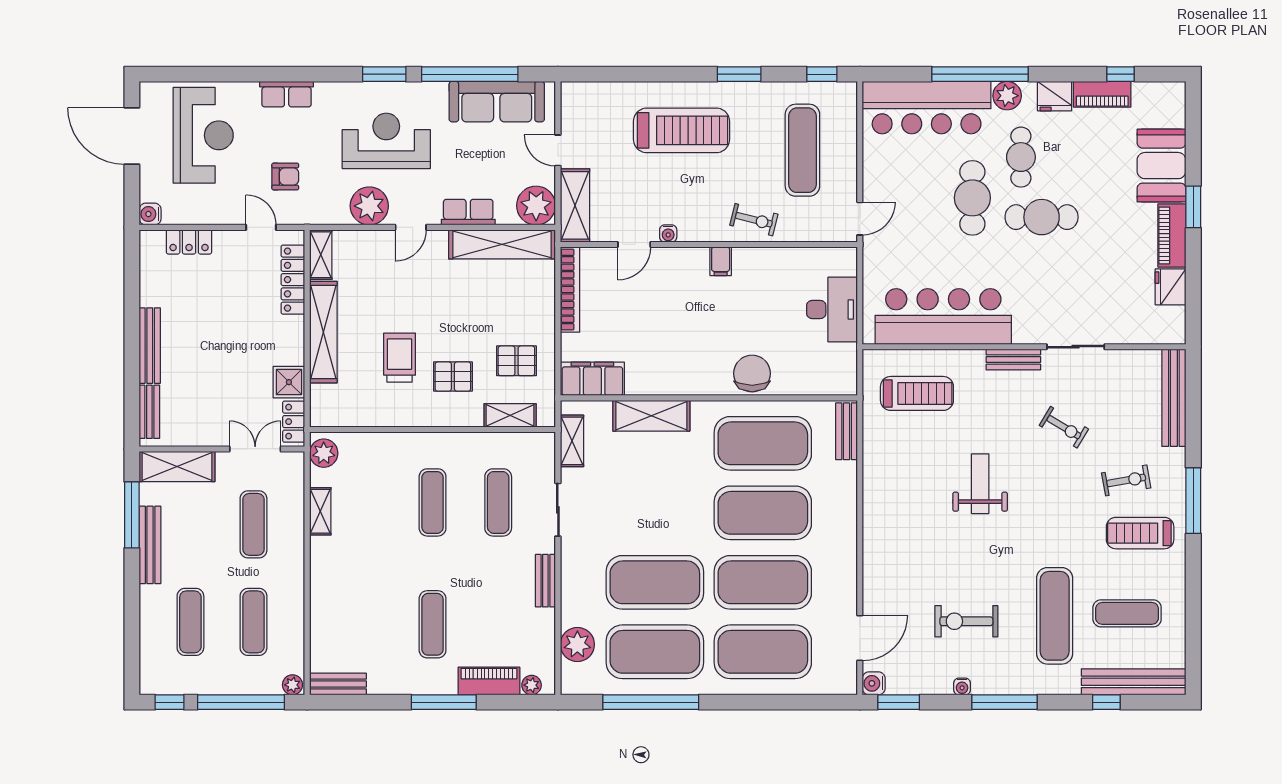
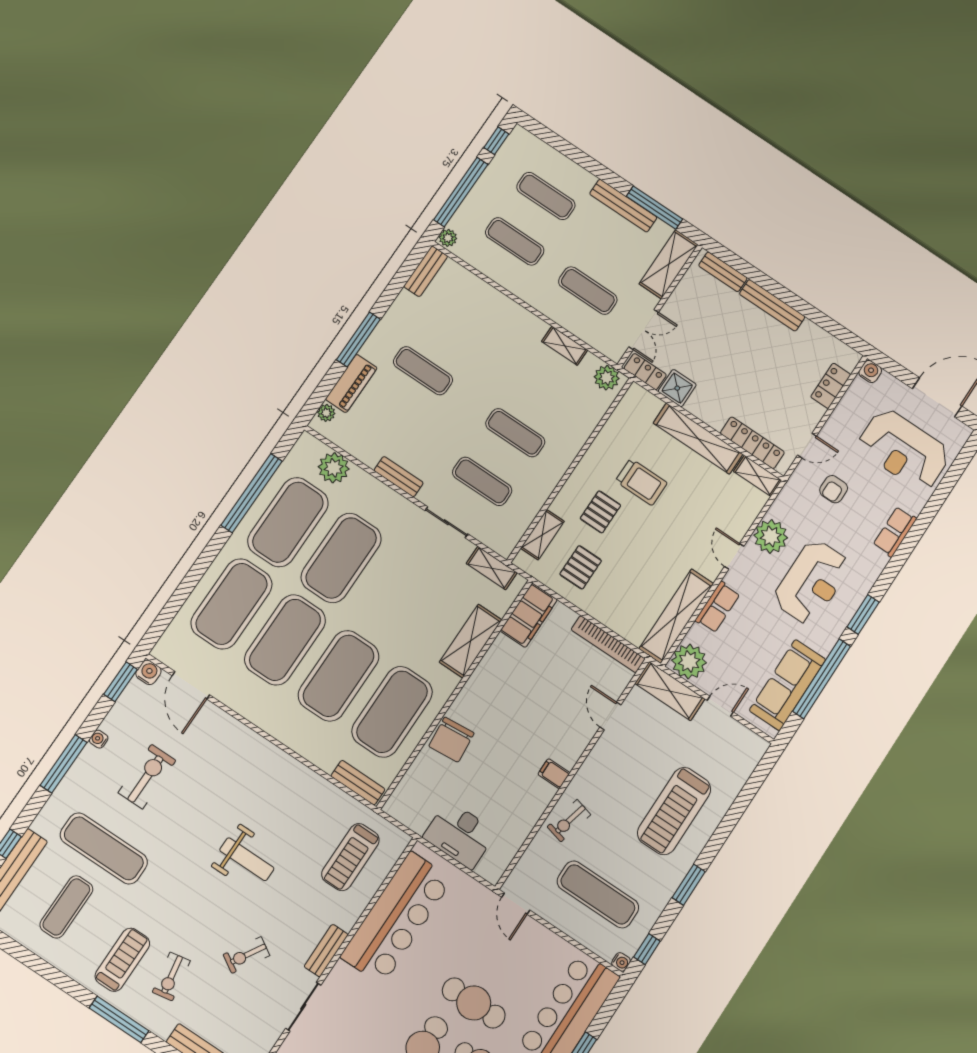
water cooler: (668, 233) -> (621, 962), moved, turned 180
chair: (752, 374) -> (451, 740), turned 85

